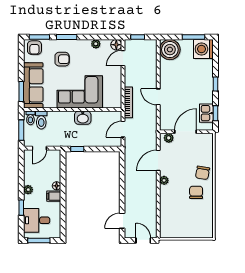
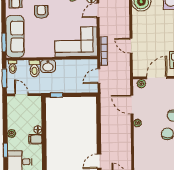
armchair: (62, 59) -> (41, 12), turned -90
corner sofa: (80, 92) -> (76, 42), moved
washbasin: (83, 118) -> (48, 66), moved
toilet: (41, 120) -> (34, 68), moved
door: (39, 148) -> (21, 95), swing flipped
door: (158, 160) -> (132, 105), hinge flipped

